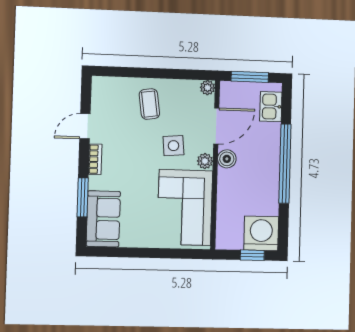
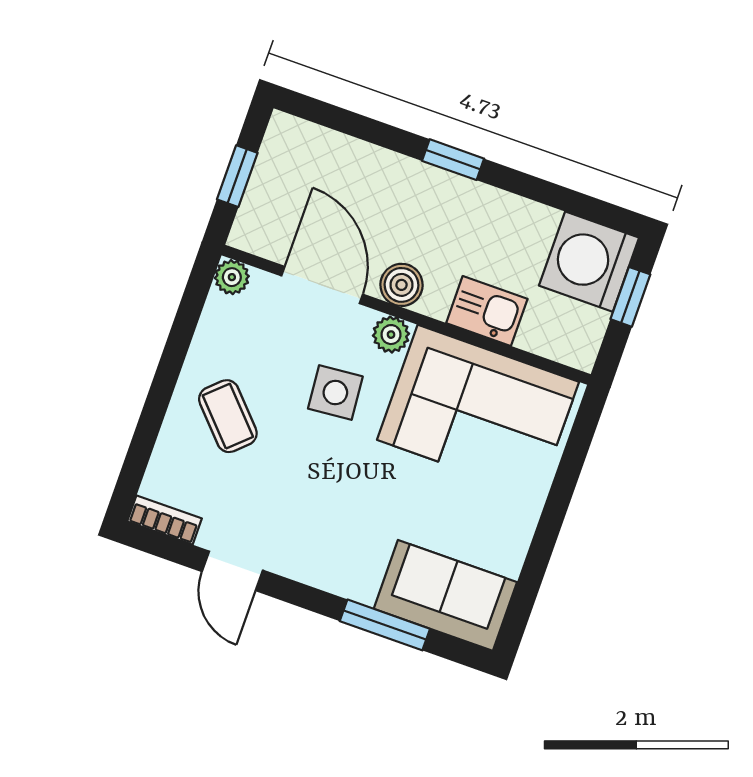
window: (250, 77) -> (237, 176), width x0.67
coffee table: (149, 104) -> (228, 416), turned 55
kitchen sink: (271, 107) -> (487, 311), moved, turned 180
bookcase: (95, 159) -> (164, 520), moved
window: (285, 164) -> (453, 160), width x0.32

